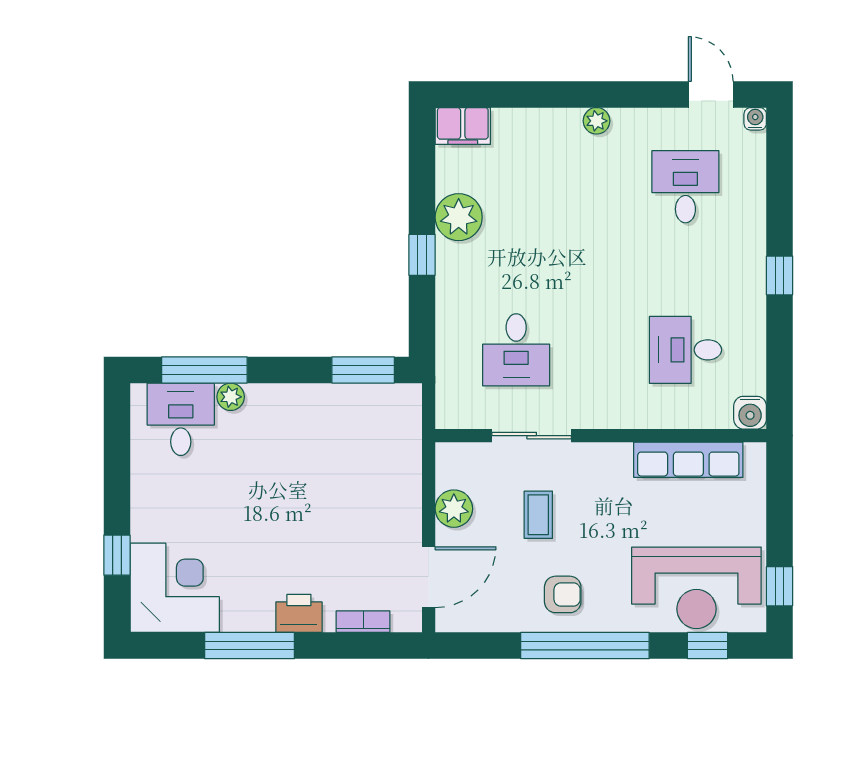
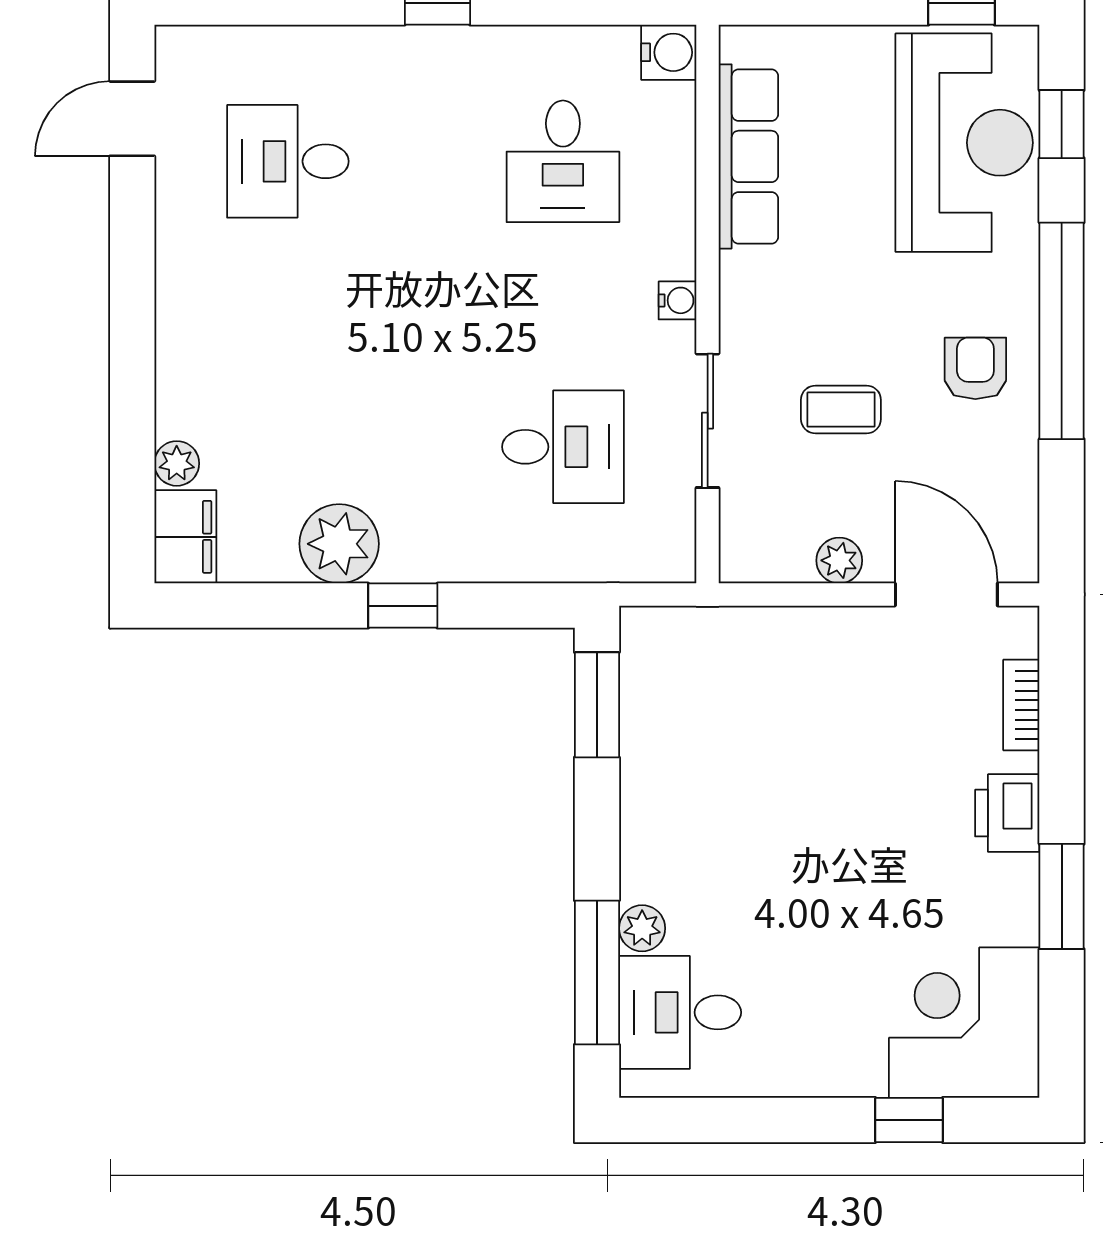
water cooler: (755, 119) -> (677, 300), moved, turned 180
plant: (597, 121) -> (177, 463), moved
plant: (454, 509) -> (839, 560), width x0.73, depth x0.73
window: (250, 646) -> (1062, 896), width x0.69

